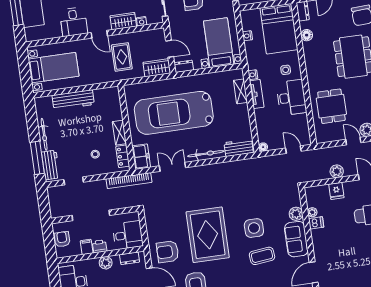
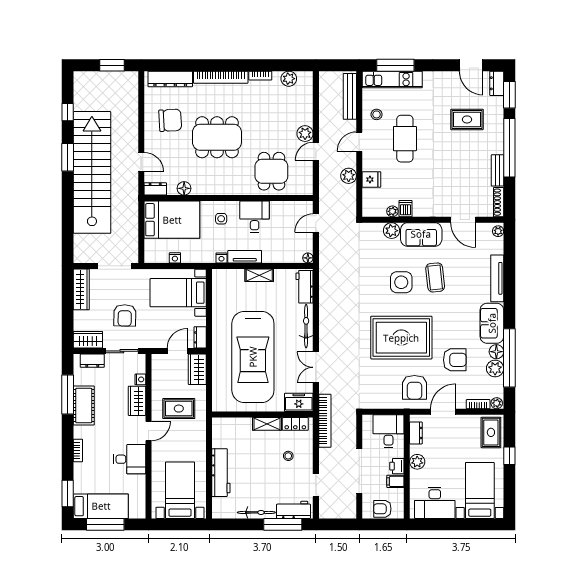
shelving: (240, 91) -> (259, 275), moved
desk: (291, 98) -> (255, 217), width x0.73
dining table: (331, 106) -> (271, 171), turned 90

